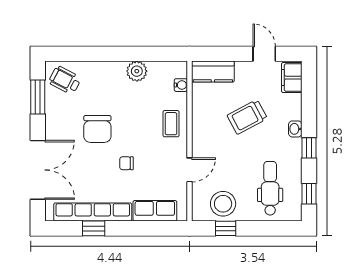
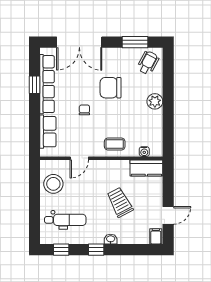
plant: (137, 71) -> (155, 101), moved
kitchen counter: (213, 72) -> (146, 168), moved, turned -90
filing cabinet: (292, 78) -> (156, 236), width x0.50
door: (189, 170) -> (79, 158), hinge flipped
window: (226, 228) -> (34, 186), removed

